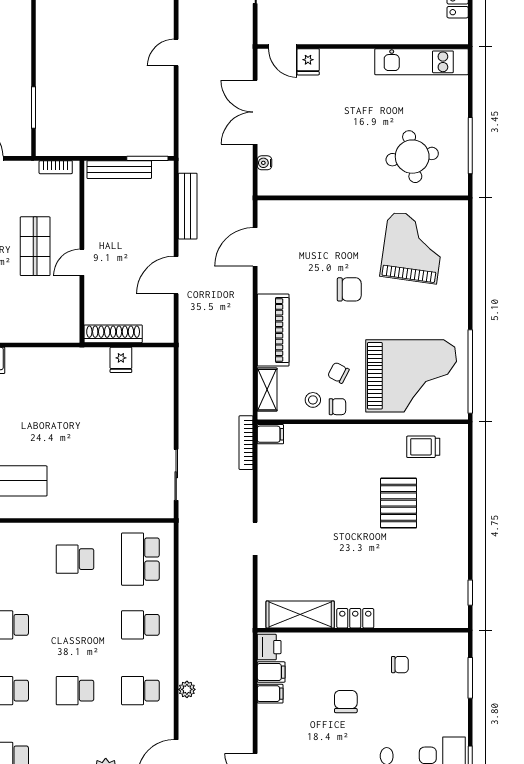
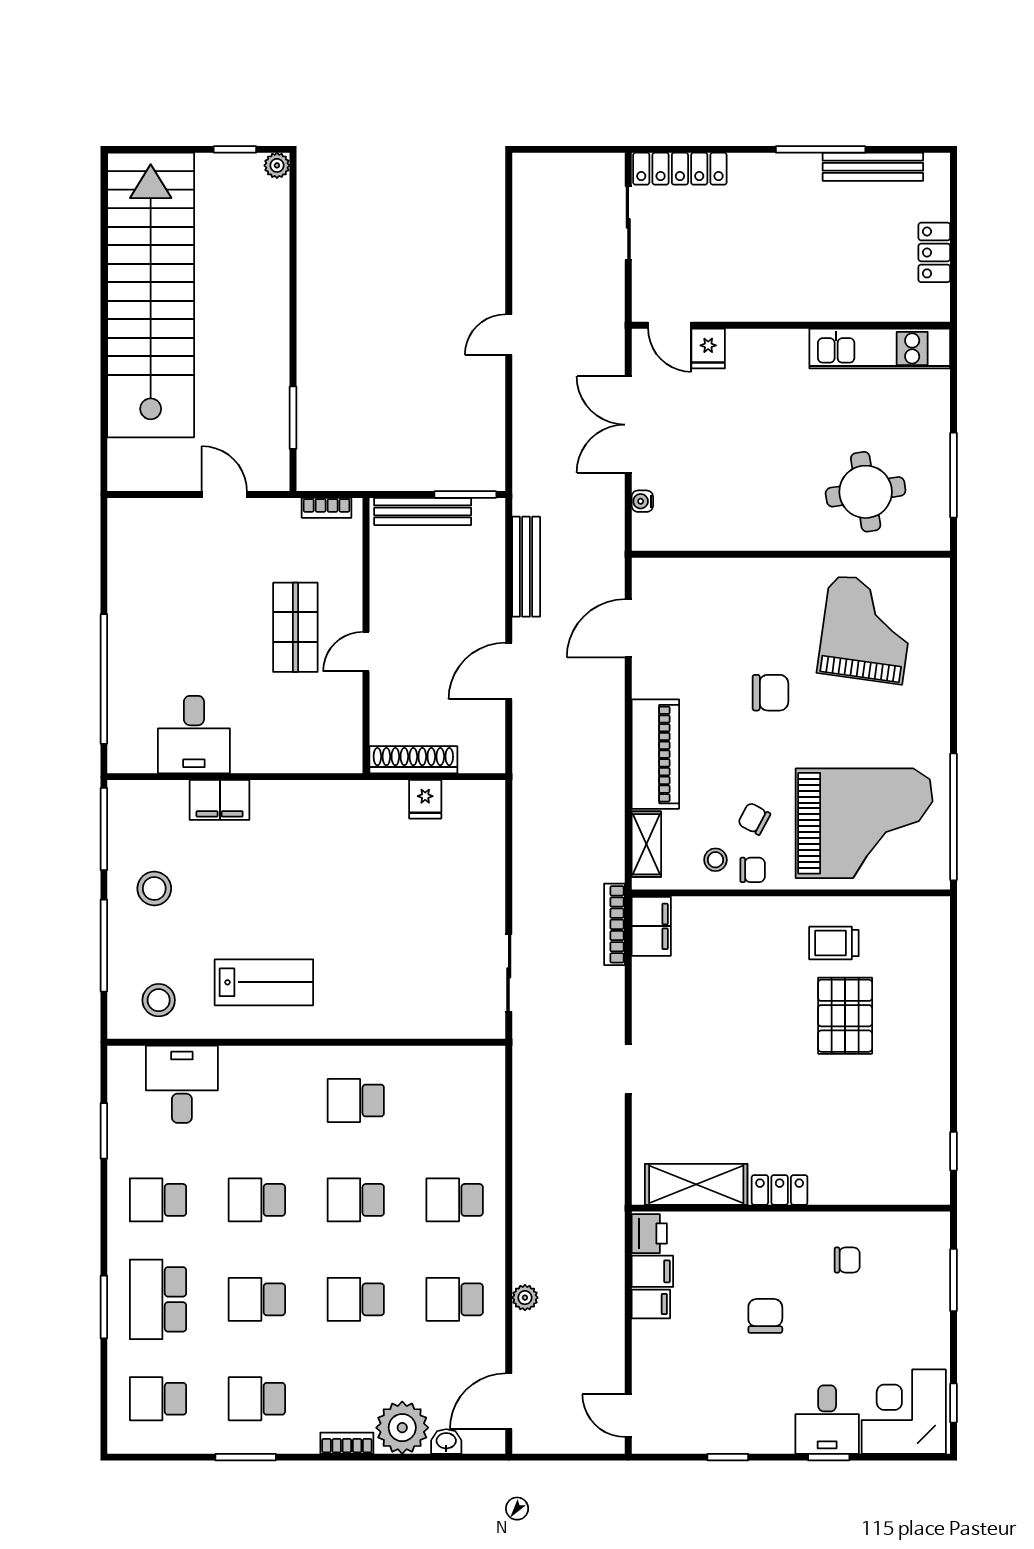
filing cabinet: (270, 434) -> (651, 926), width x2.00
trolley: (423, 447) -> (834, 943), moved
school desk: (140, 559) -> (356, 1200), moved, width x0.54

